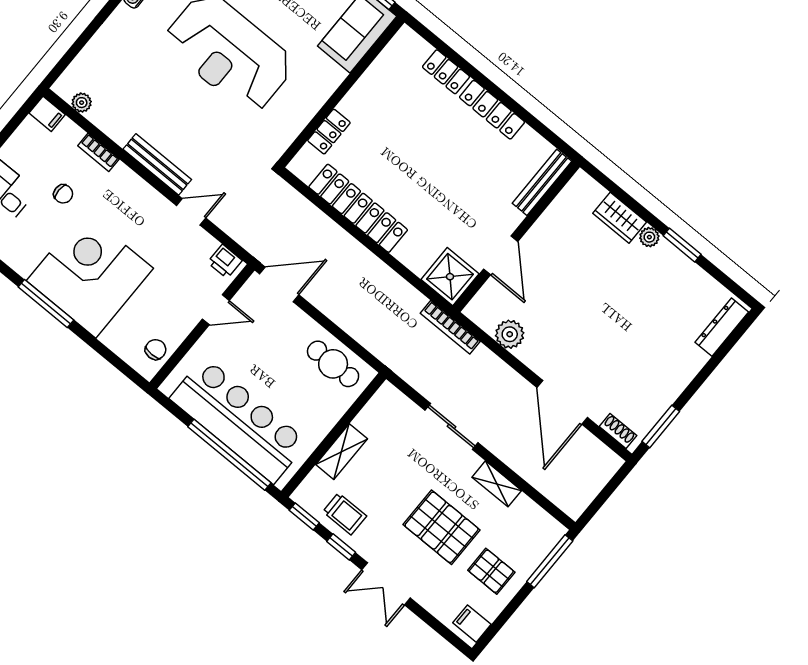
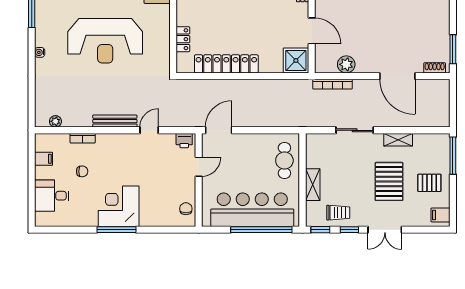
filing cabinet: (47, 114) -> (44, 159), moved
corner desk: (90, 275) -> (119, 206), width x0.74, depth x0.74
bookcase: (450, 327) -> (333, 84), moved
cafe table: (333, 364) -> (284, 160), moved, turned 90
pallet: (442, 527) -> (389, 181), turned 90

